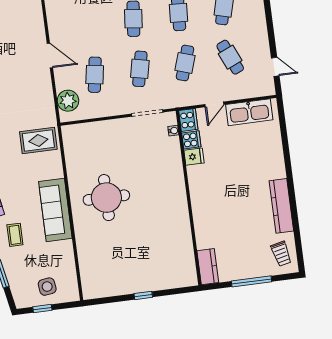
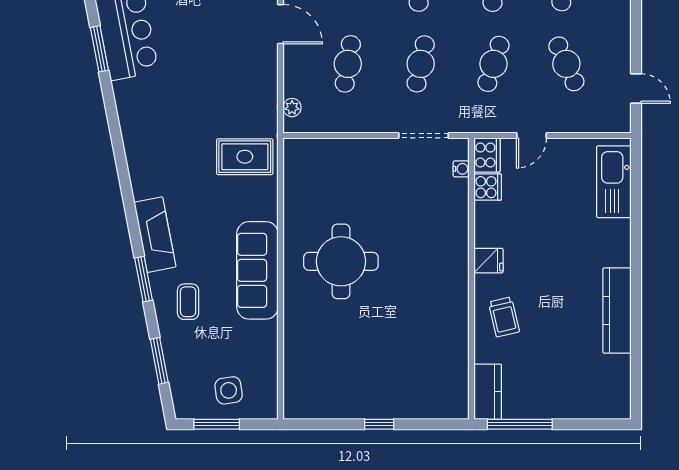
plant: (68, 101) -> (292, 108), width x0.53, depth x0.53
kitchen sink: (249, 112) -> (614, 182), moved, turned 90
fridge: (194, 157) -> (488, 261), moved
trolley: (281, 254) -> (504, 317), moved
window: (252, 281) -> (520, 424), moved
window: (42, 309) -> (217, 424), width x1.50

